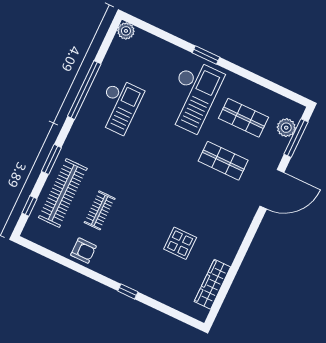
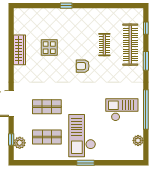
plant: (126, 31) -> (138, 140), moved
checkout: (118, 106) -> (122, 110), turned 90
window: (296, 138) -> (11, 140), width x0.46
armchair: (83, 251) -> (83, 66), moved
wardrobe: (212, 284) -> (19, 50), moved

